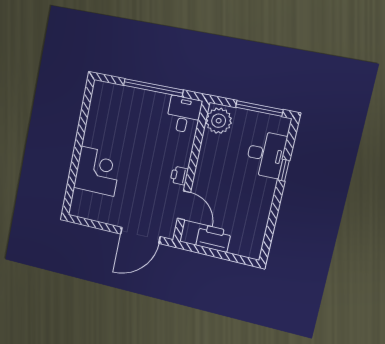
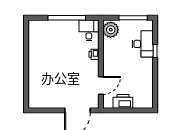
corner desk: (97, 171) -> (42, 76), removed
printer: (179, 176) -> (94, 54), moved
door: (184, 205) -> (101, 85), hinge flipped

